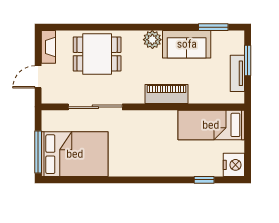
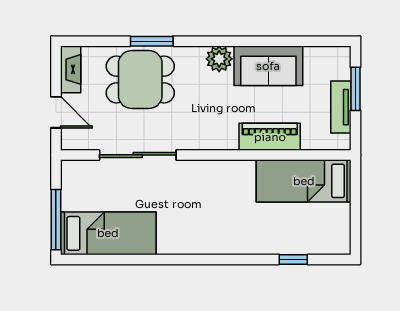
window: (213, 27) -> (152, 41), moved
door: (38, 77) -> (56, 112), swing flipped
piano: (167, 94) -> (270, 137), moved
bed: (75, 154) -> (108, 233), width x0.67
nightstand: (234, 165) -> (336, 238), removed

